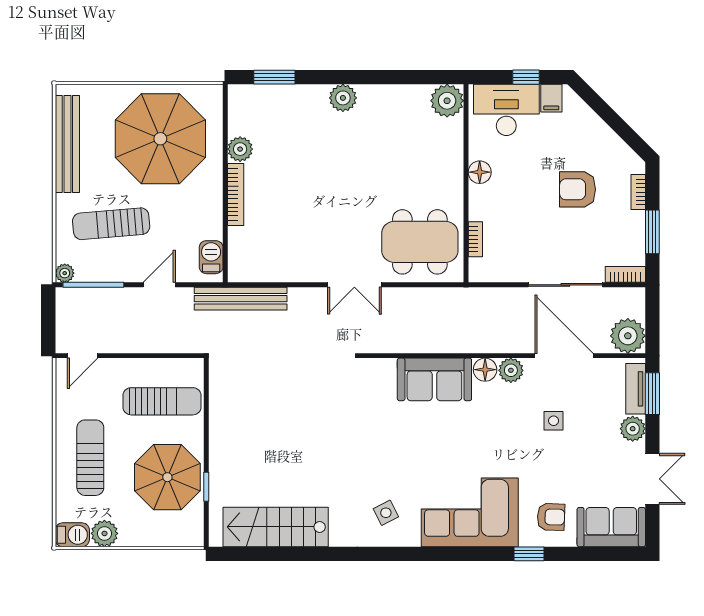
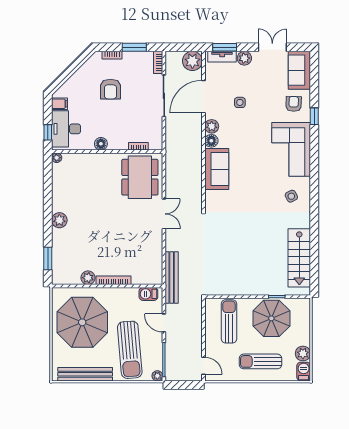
window: (526, 77) -> (48, 132), moved
plant: (447, 101) -> (57, 158), width x0.53, depth x0.53
sun lounger: (111, 224) -> (130, 350), width x1.36, depth x1.34

